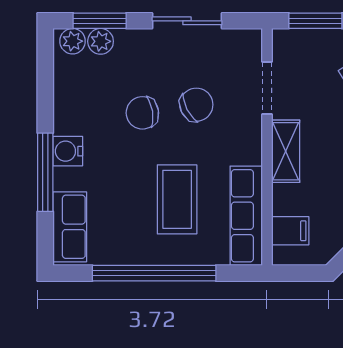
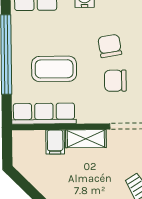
chair: (196, 105) -> (115, 81), turned 117
filing cabinet: (290, 231) -> (55, 142), moved

